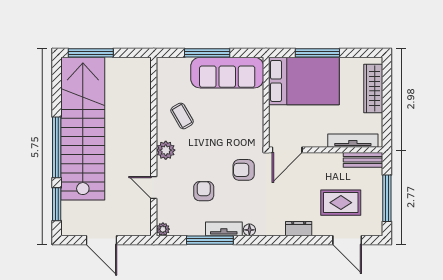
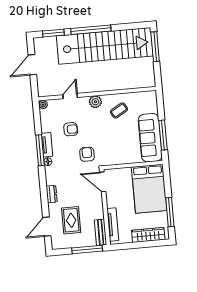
window: (207, 53) -> (163, 135), moved
window: (317, 53) -> (170, 212), moved
window: (387, 198) -> (87, 249), moved
window: (210, 240) -> (40, 150), moved

